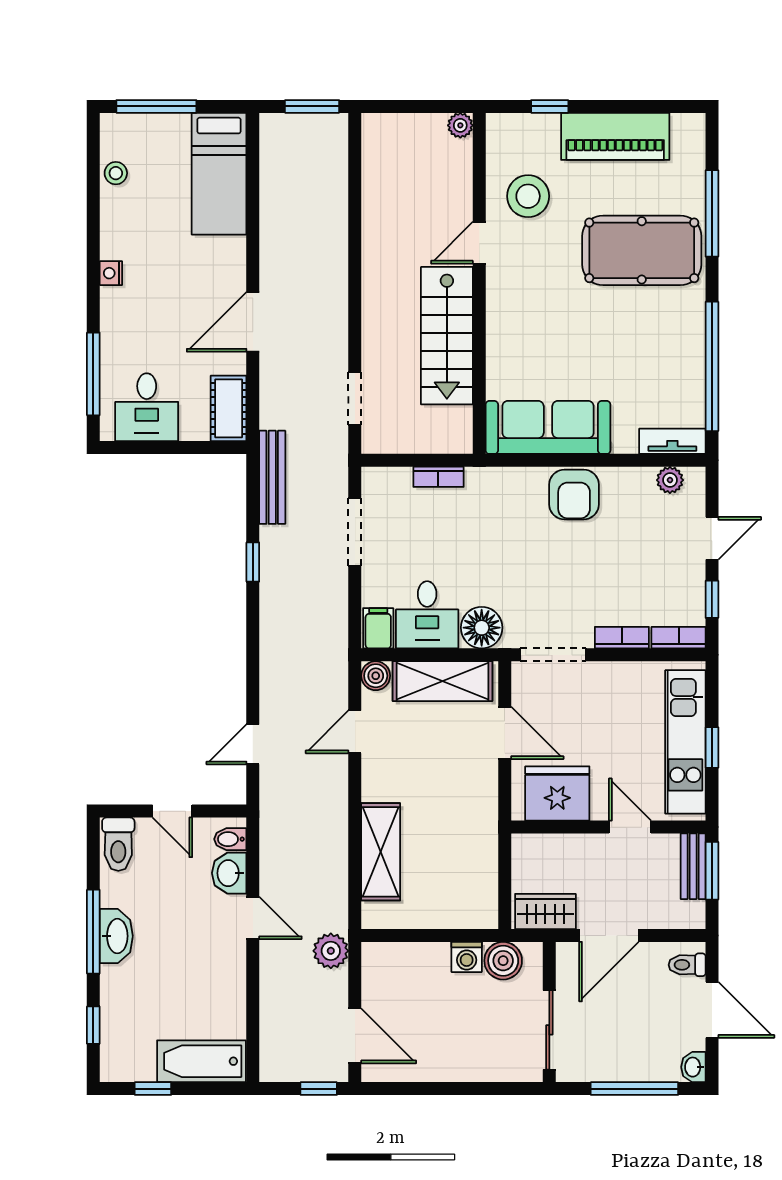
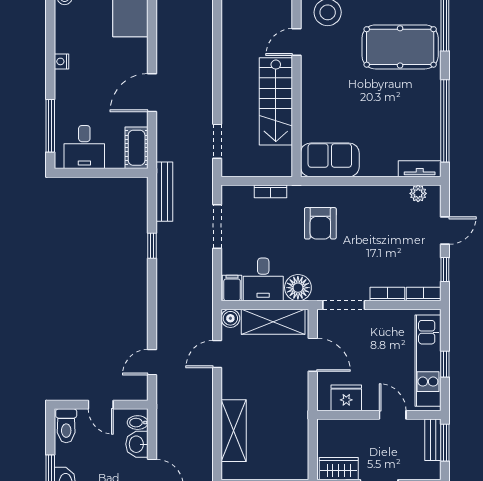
sofa: (548, 427) -> (330, 160), width x0.73
armchair: (574, 494) -> (320, 223), moved
fridge: (557, 793) -> (346, 398), width x0.73, depth x0.75

